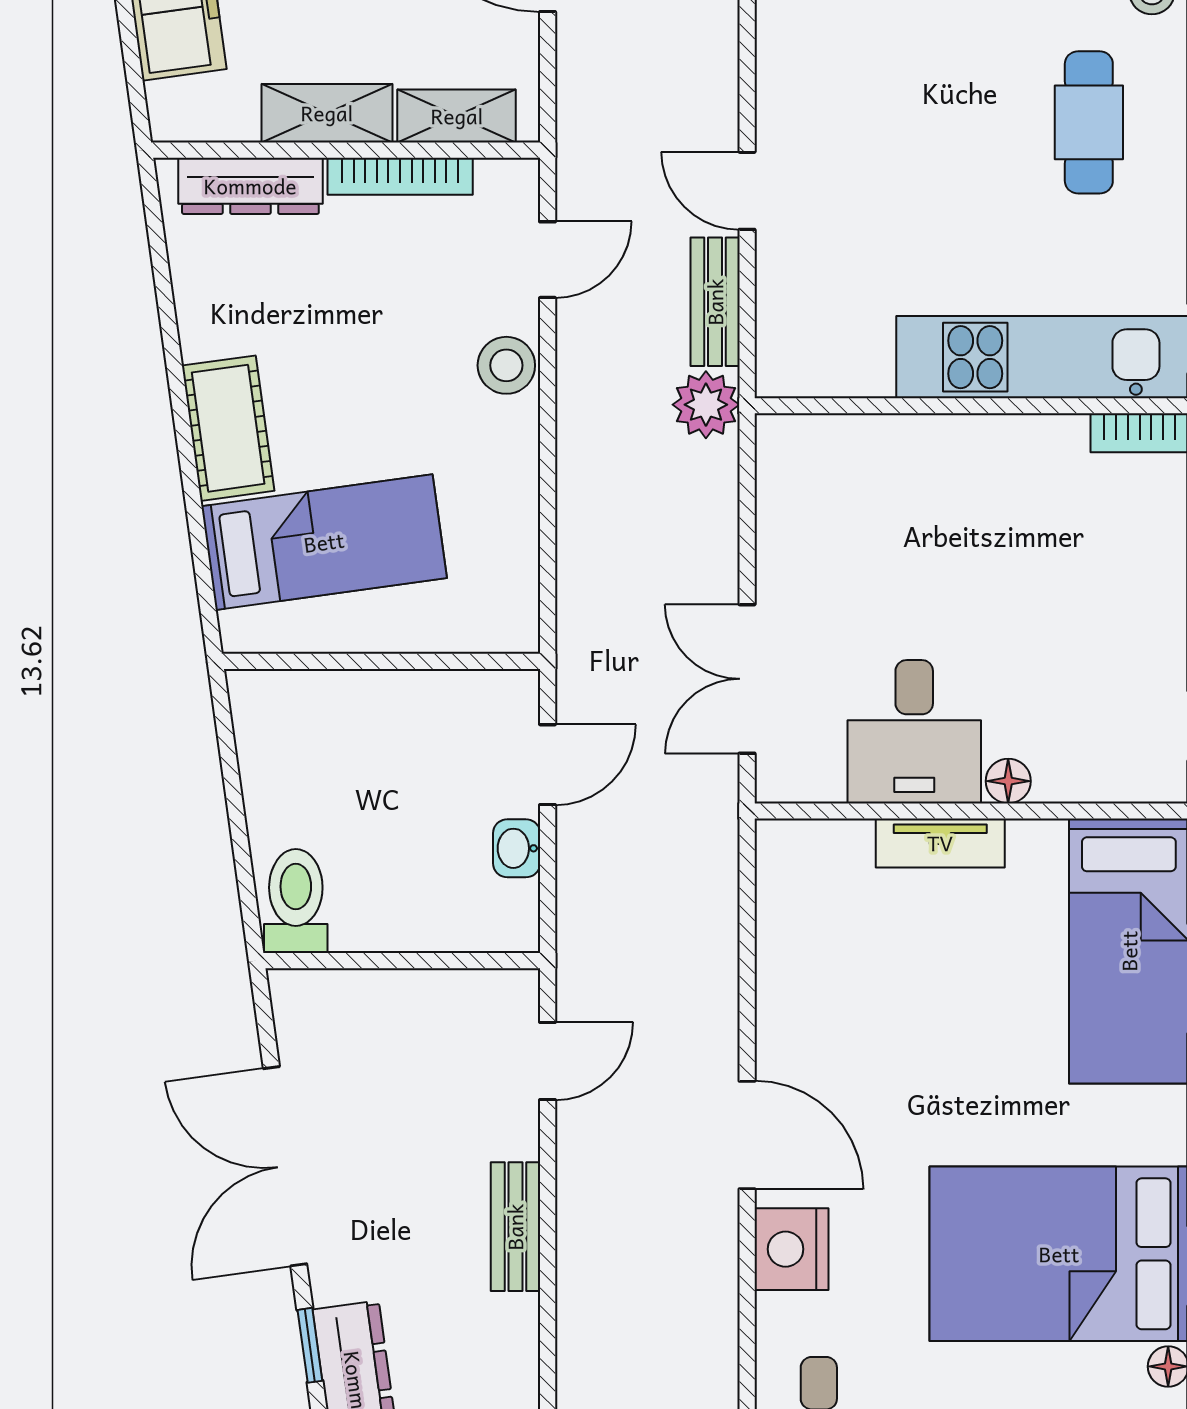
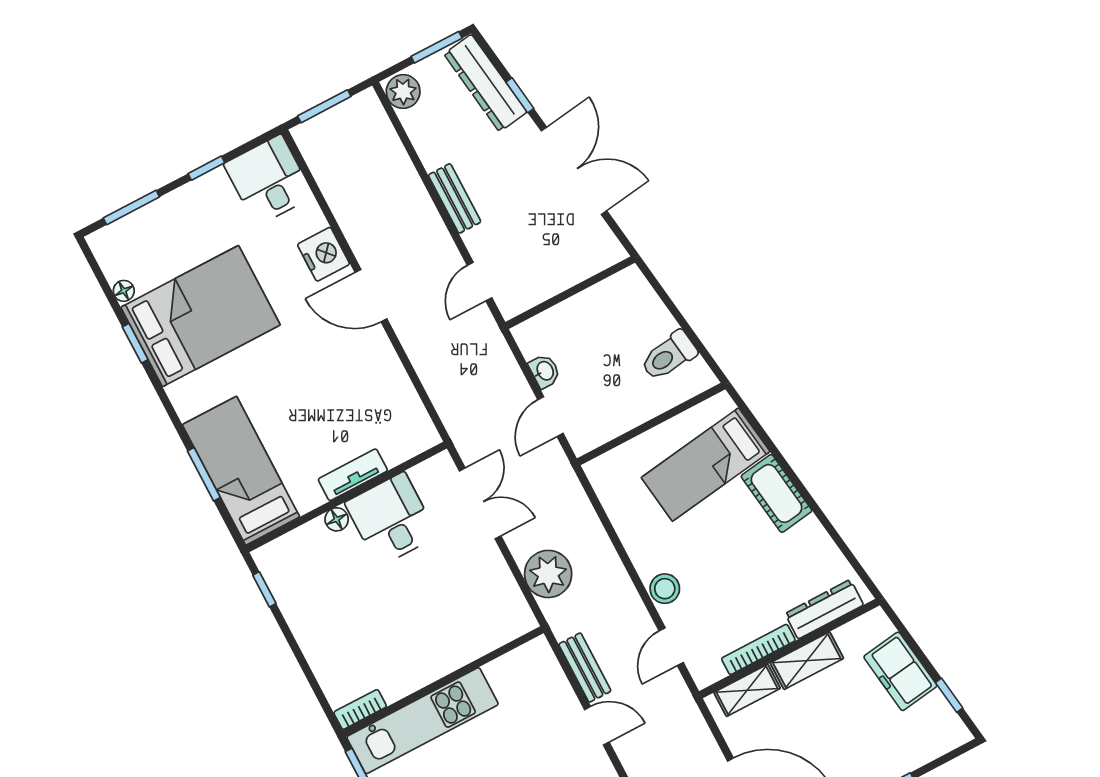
plant: (706, 405) -> (548, 574), moved, width x1.36, depth x1.36
toilet: (296, 901) -> (669, 356), moved, turned 82

